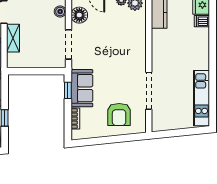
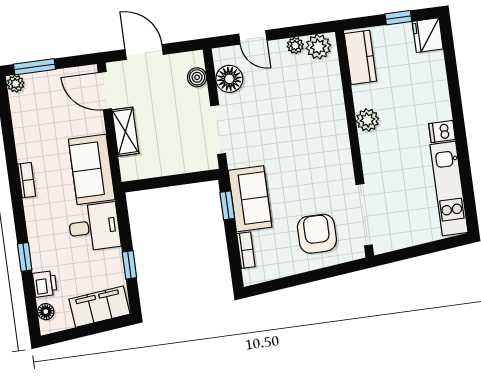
dishwasher: (202, 21) -> (442, 131), moved
plant: (158, 51) -> (367, 120), added
doorway: (149, 91) -> (364, 215), moved
armchair: (119, 114) -> (317, 234), turned 180

